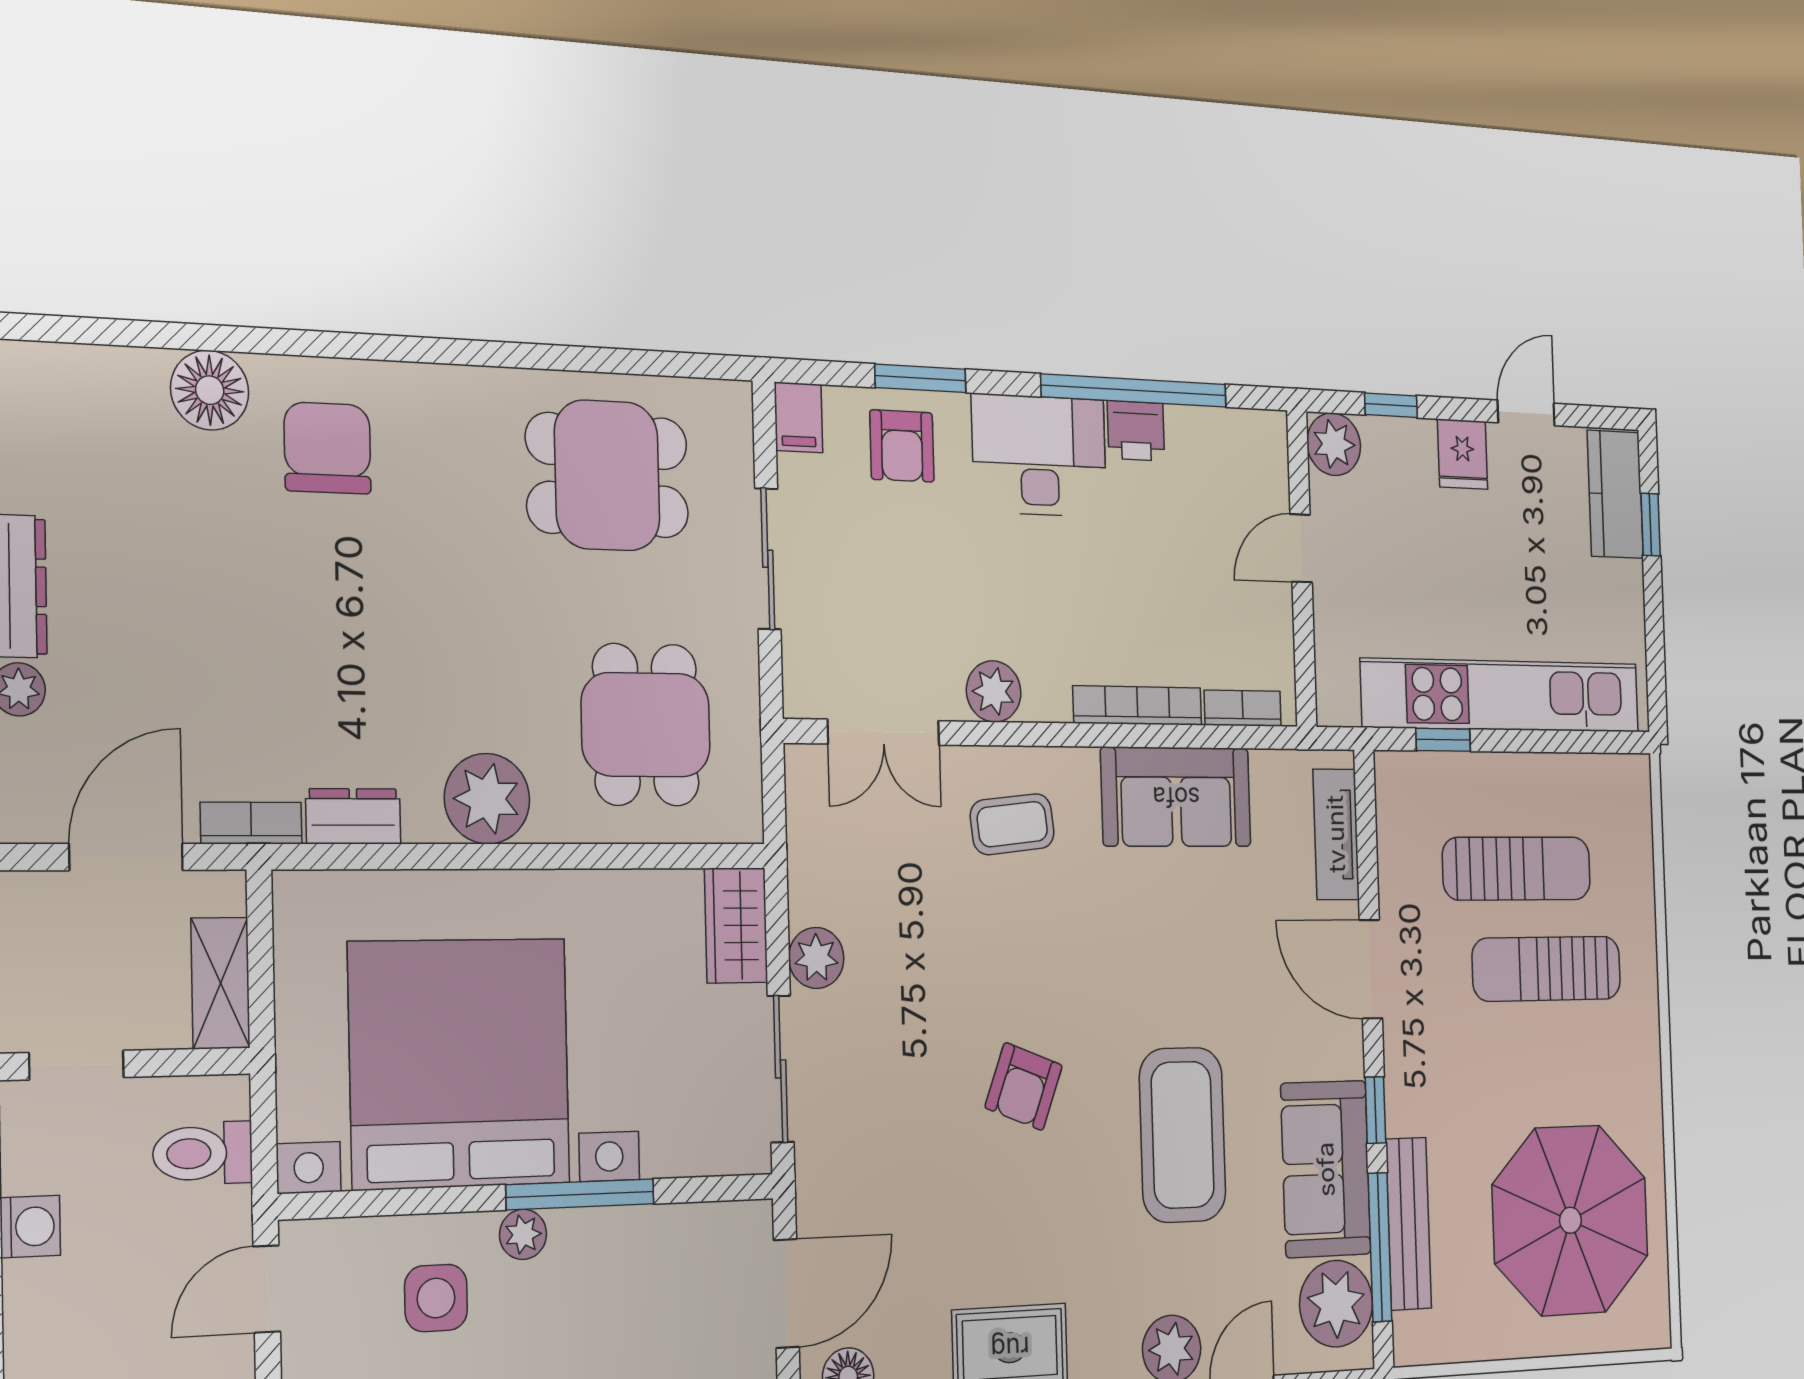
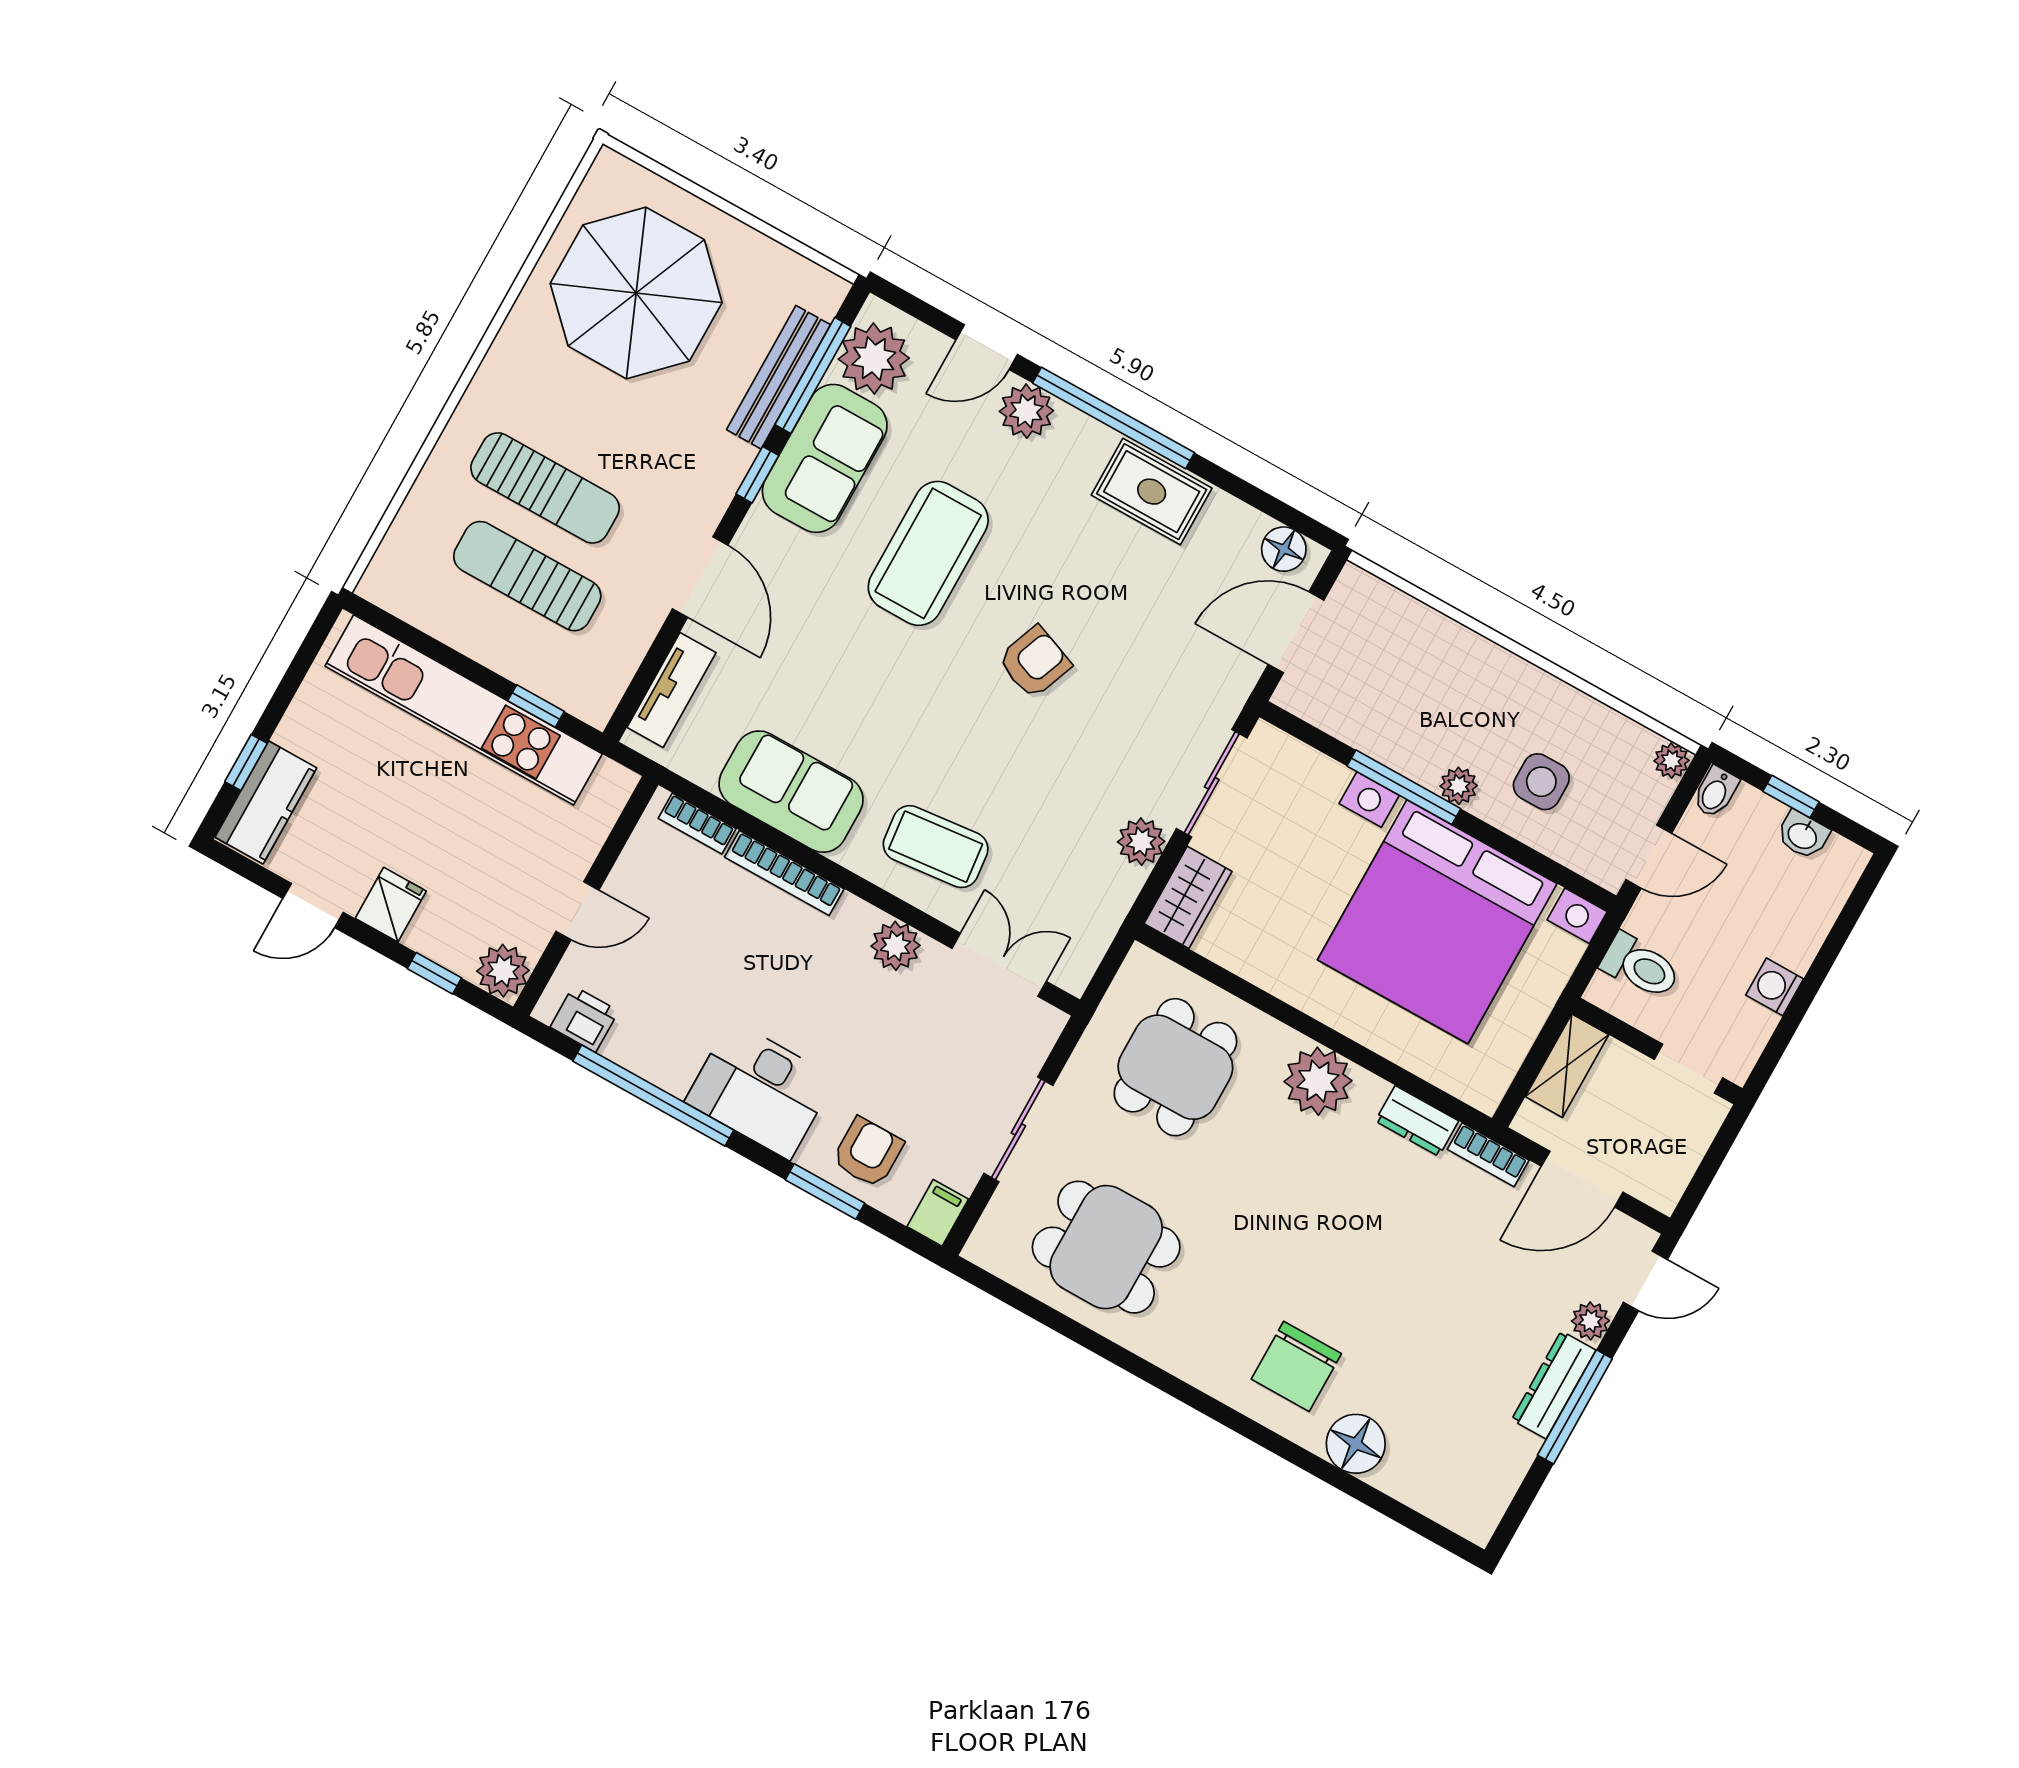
printer: (1136, 431) -> (584, 1019), moved
coffee table: (1012, 824) -> (936, 847), width x1.36, depth x1.30

